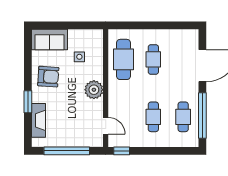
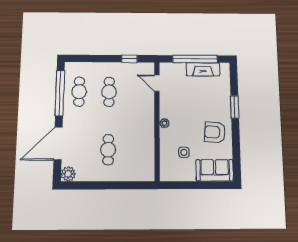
plant: (191, 36) -> (68, 174), added
cafe table: (124, 59) -> (139, 150), removed
plant: (94, 90) -> (164, 123), width x0.53, depth x0.53
fireplace: (39, 120) -> (203, 69), moved, turned -90
window: (122, 151) -> (129, 59), moved

